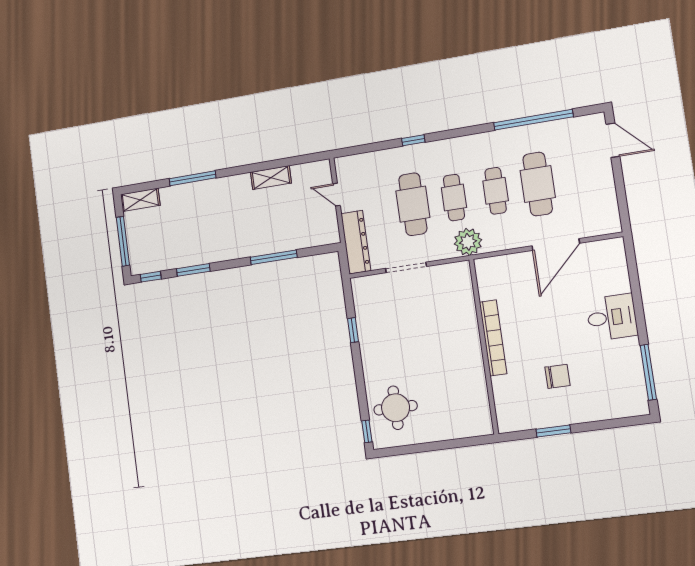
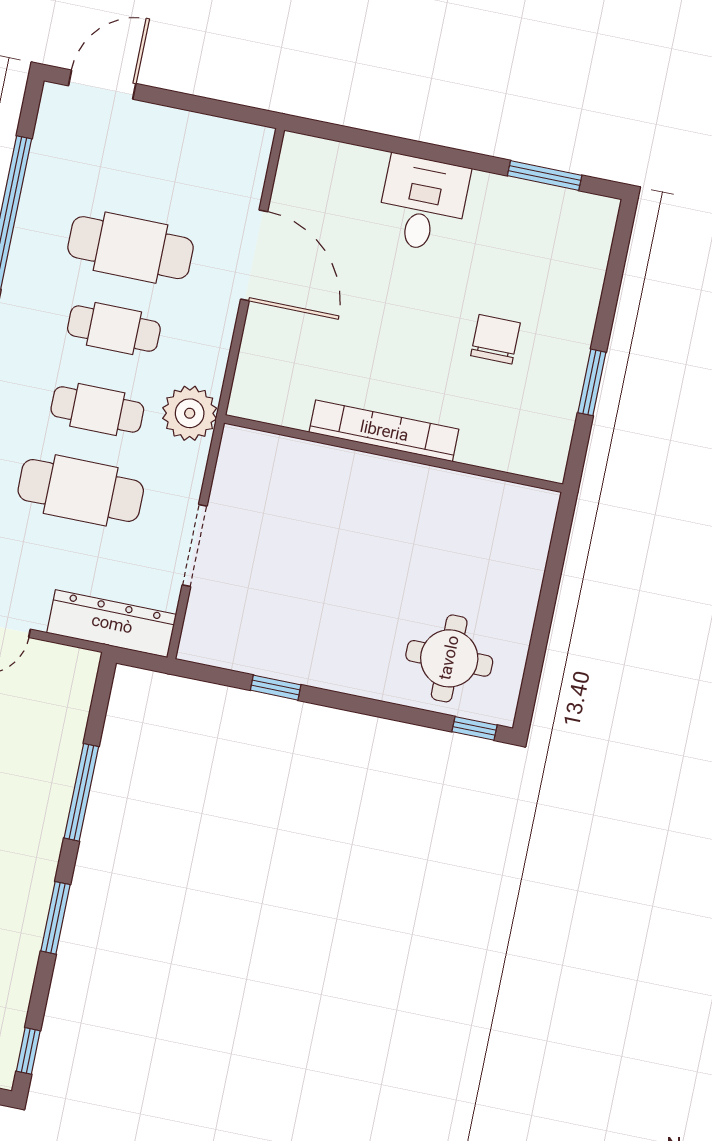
window: (193, 270) -> (56, 918), moved
window: (648, 372) -> (545, 175), width x0.69

